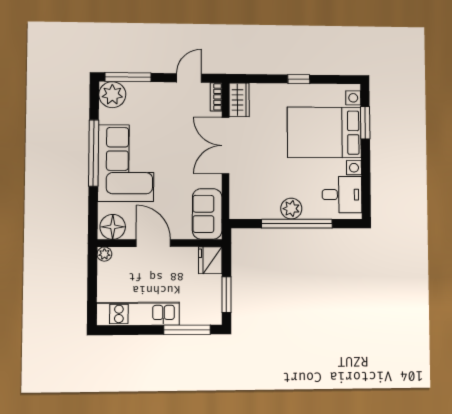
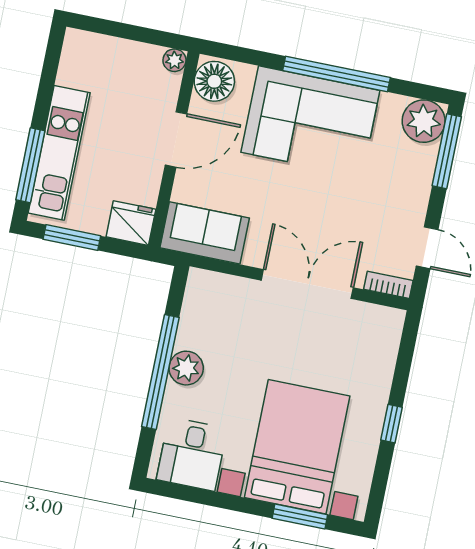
wardrobe: (239, 100) -> (376, 321), removed
kitchen unit: (138, 314) -> (59, 153), moved

